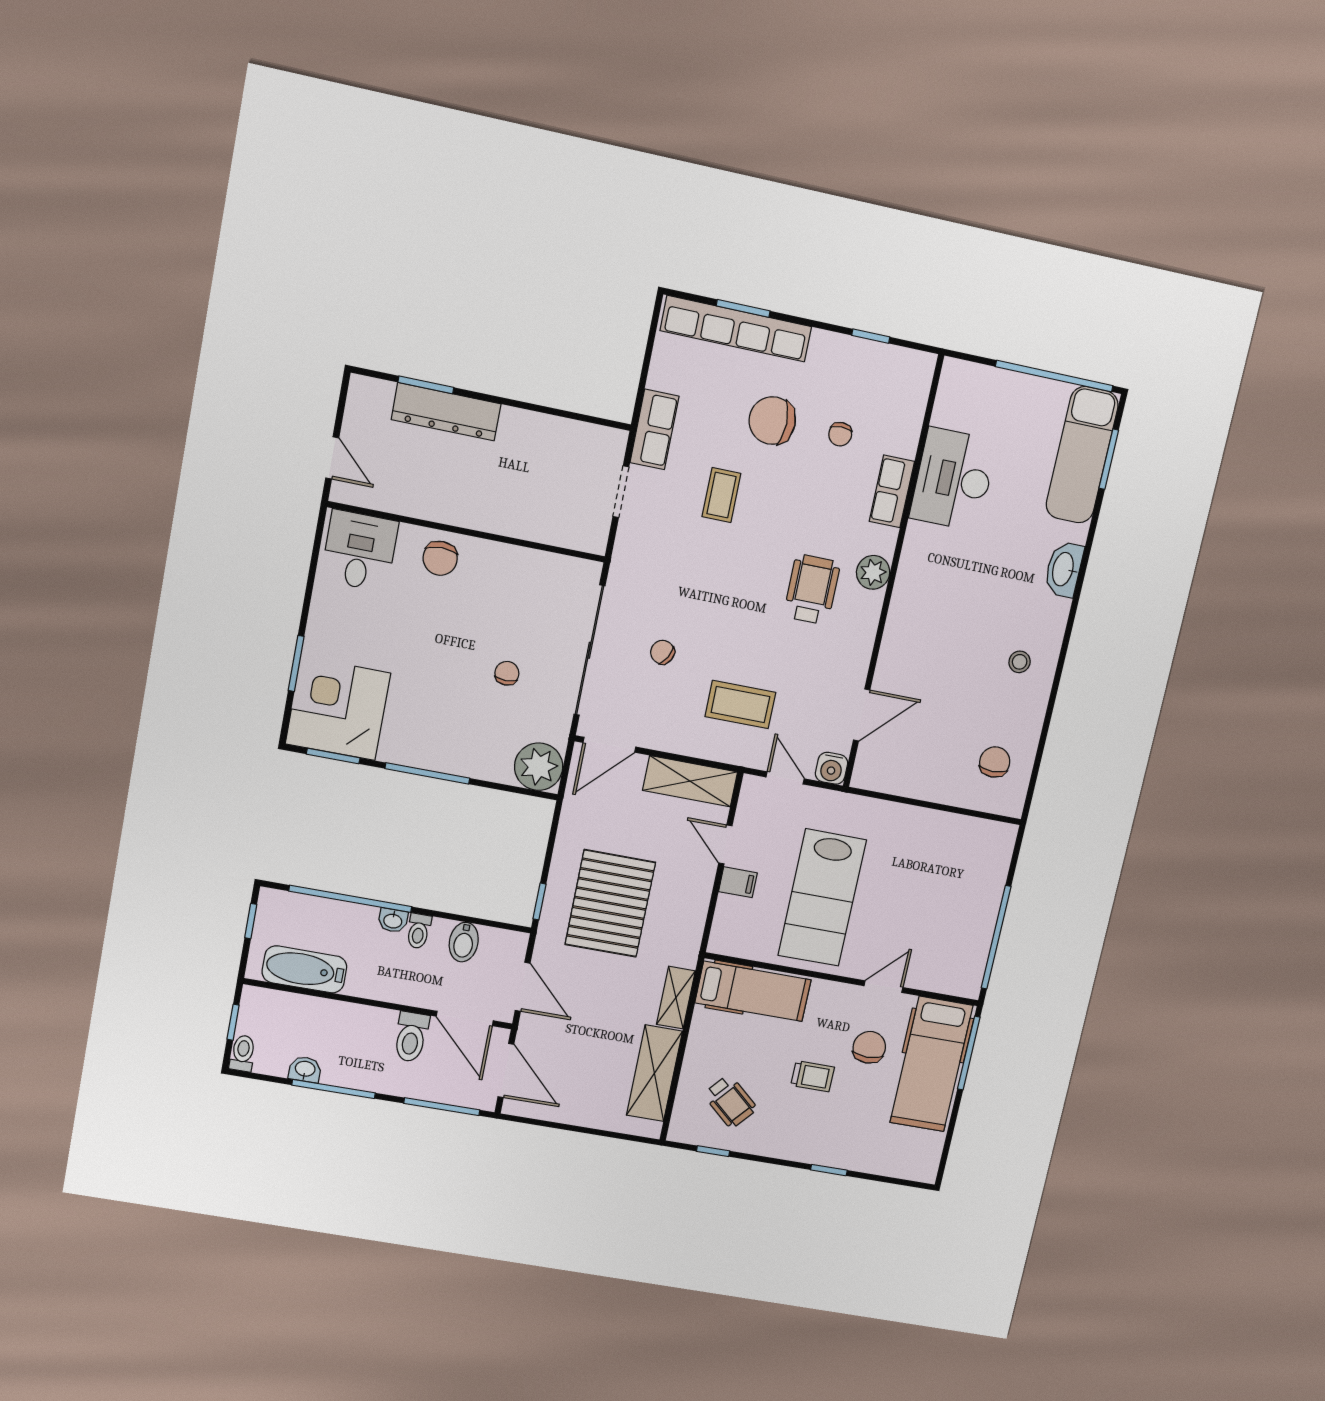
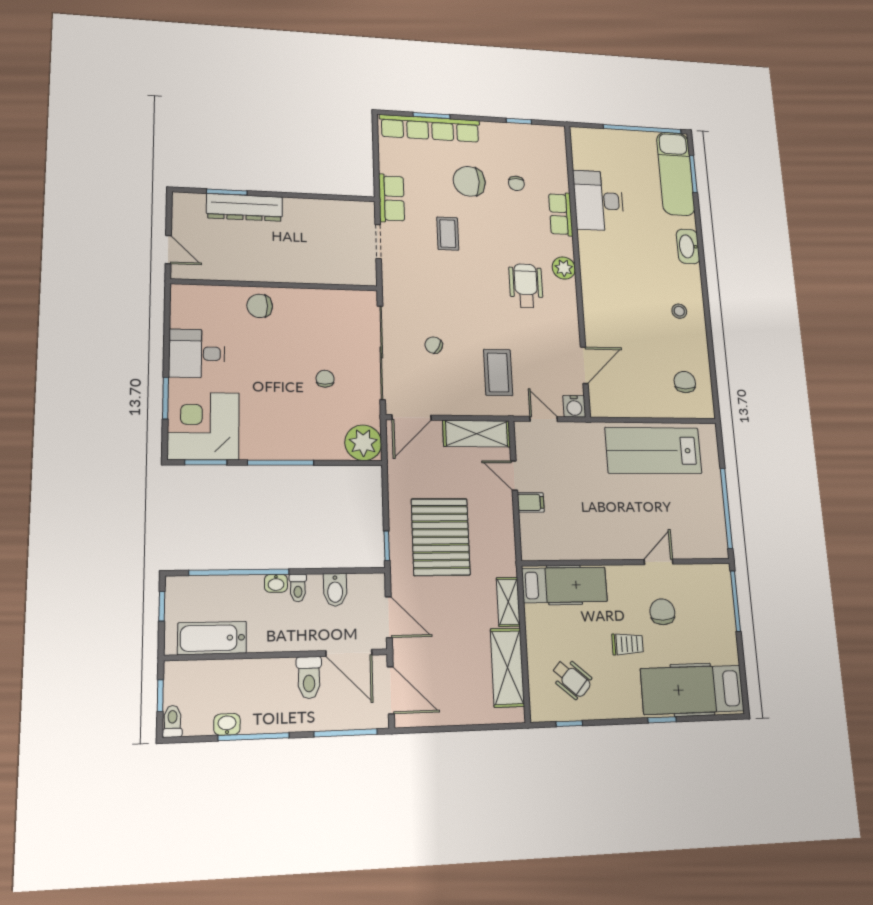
desk: (360, 551) -> (197, 353), moved, turned -90
chair: (440, 558) -> (260, 306), turned 90
coffee table: (740, 705) -> (498, 372), turned 90
lab bench: (822, 898) -> (653, 450), moved, turned 90
hospital bed: (931, 1064) -> (692, 690), moved, turned 90

